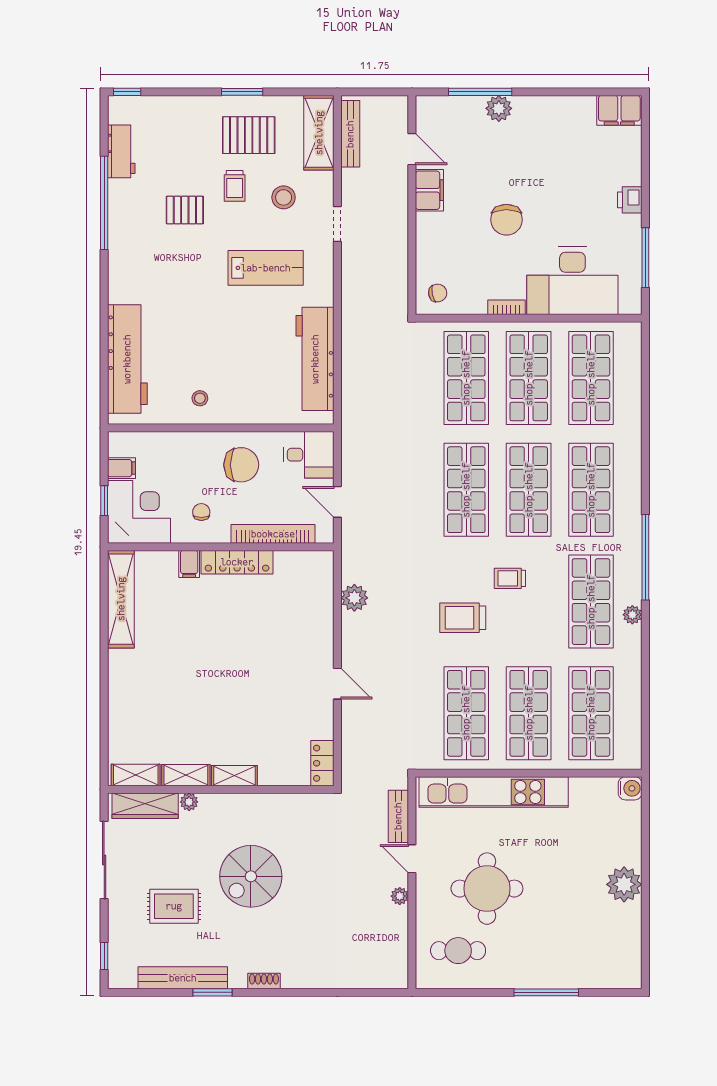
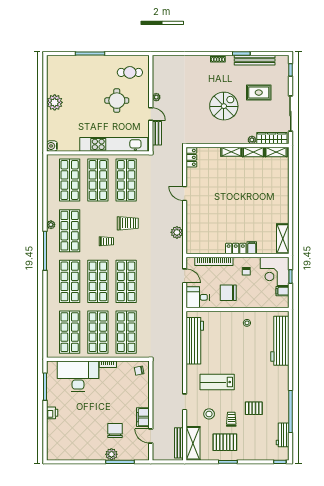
filing cabinet: (619, 110) -> (57, 453), removed
chair: (506, 220) -> (115, 431), moved
locker: (237, 562) -> (236, 249), width x0.66
shelving: (121, 599) -> (283, 239), width x0.68
round table: (487, 889) -> (117, 101), width x0.73, depth x0.73

